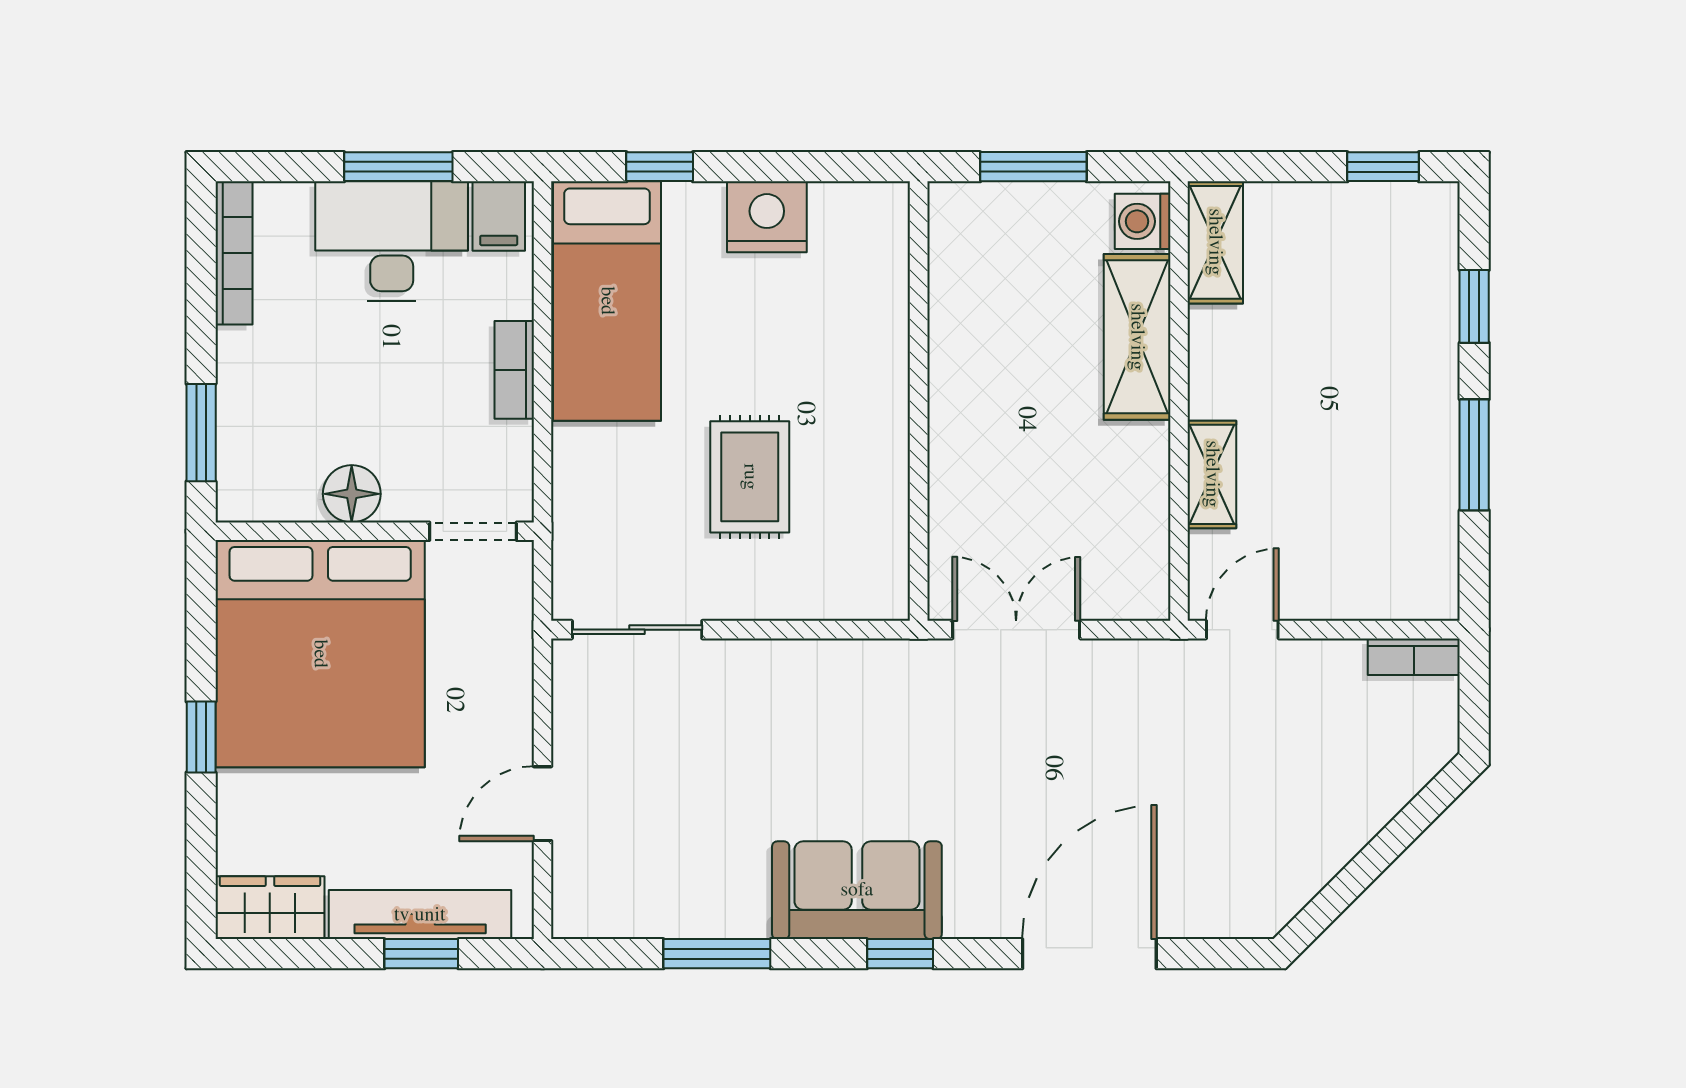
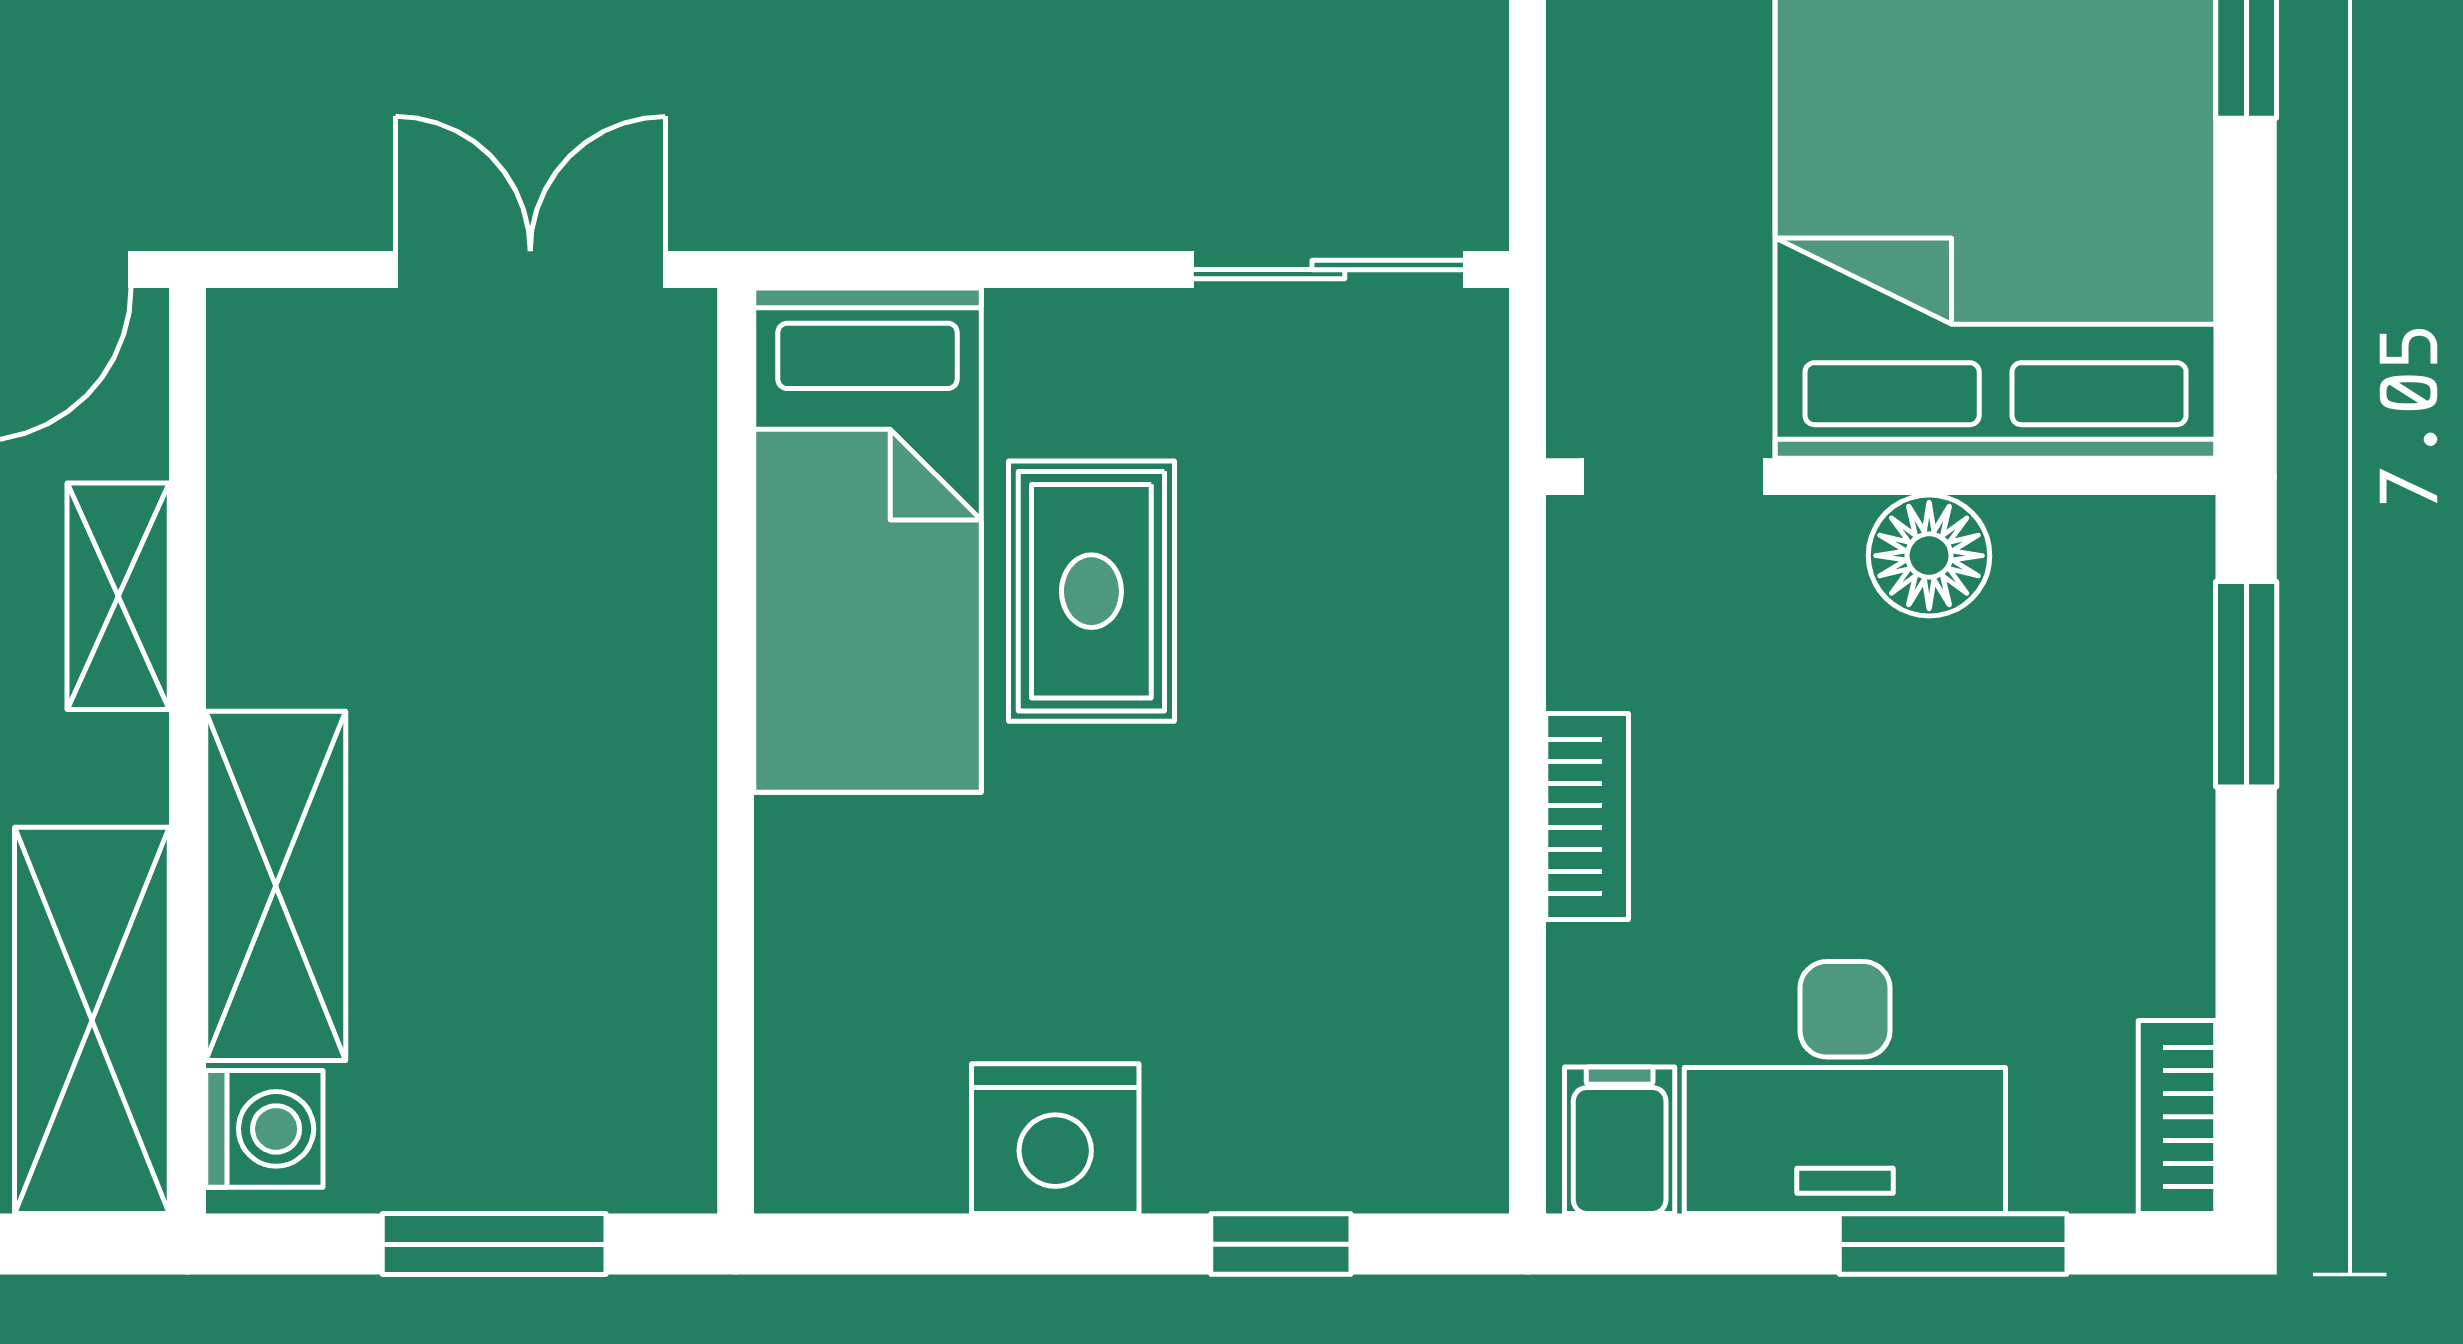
window: (398, 167) -> (1953, 1244), moved
shelving: (1215, 242) -> (92, 1020), width x1.50, depth x1.33
bookcase: (234, 253) -> (2177, 1117), width x0.64
bed: (607, 301) -> (867, 540), moved, turned 180
double door: (1016, 630) -> (530, 270), swing flipped

